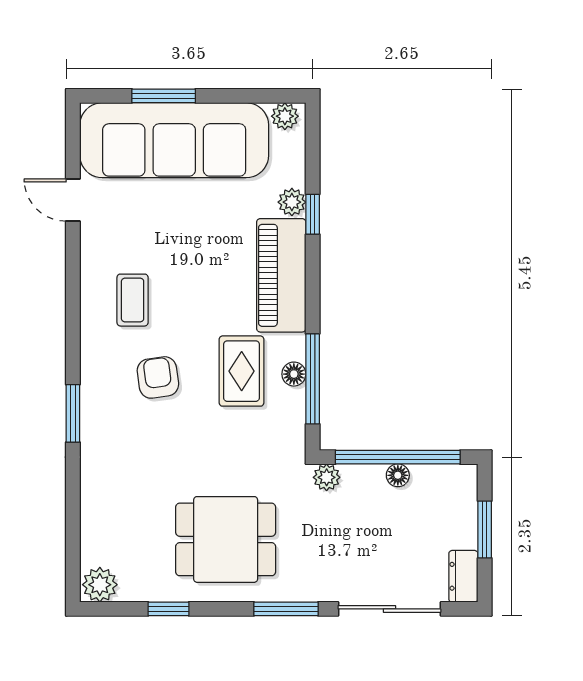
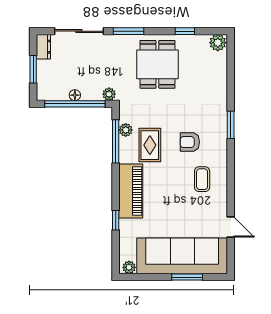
plant: (292, 202) -> (126, 130), moved
floor lamp: (294, 374) -> (125, 144), removed
armchair: (158, 377) -> (190, 142), turned 98
dining table: (226, 539) -> (157, 64), turned 90

